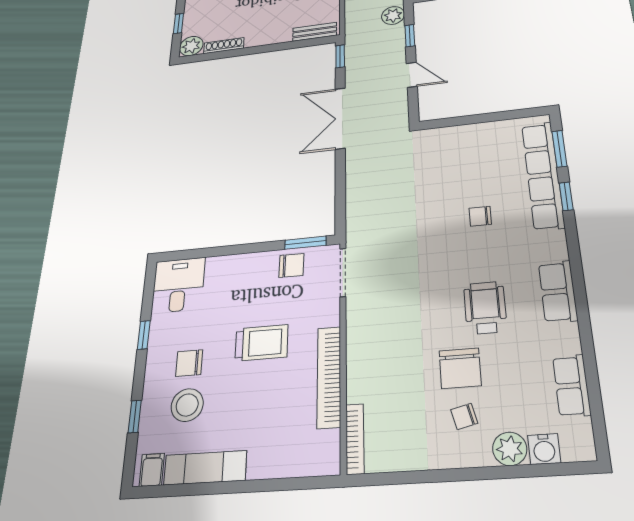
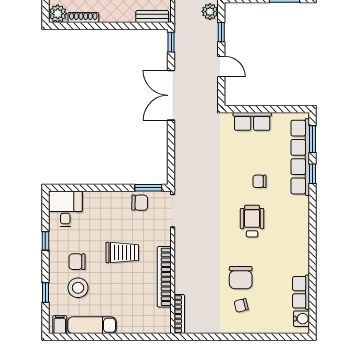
row of seats: (558, 292) -> (252, 121), moved, turned -90
wheelchair: (485, 308) -> (252, 221), moved
plant: (510, 449) -> (264, 325), removed
water cooler: (544, 449) -> (301, 319), moved, turned -90

